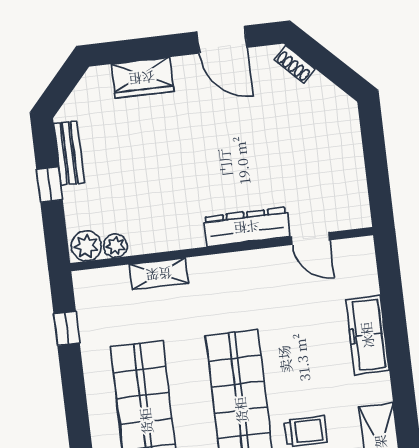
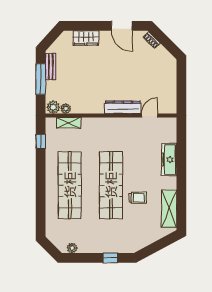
window: (49, 185) -> (41, 79), width x2.17
door: (311, 239) -> (150, 115), swing flipped
shelving: (159, 274) -> (69, 123), moved

